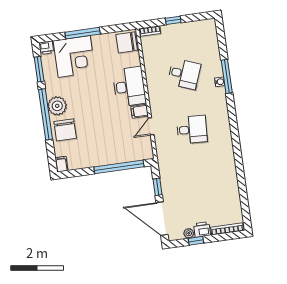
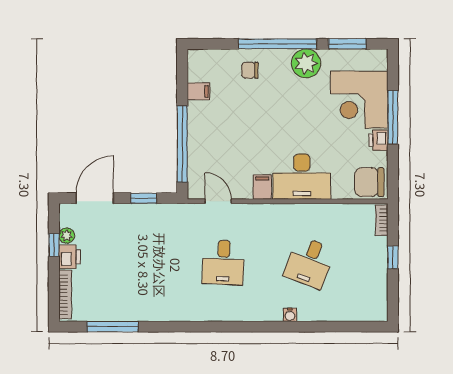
chair: (127, 42) -> (369, 182), turned -90
printer: (46, 48) -> (378, 140), moved
window: (227, 76) -> (112, 327), moved
plant: (57, 106) -> (306, 63), moved
door: (151, 126) -> (218, 201), moved
chair: (65, 130) -> (250, 70), width x0.54, depth x0.54
filing cabinet: (61, 164) -> (199, 91), moved
door: (162, 219) -> (95, 198), width x0.73

